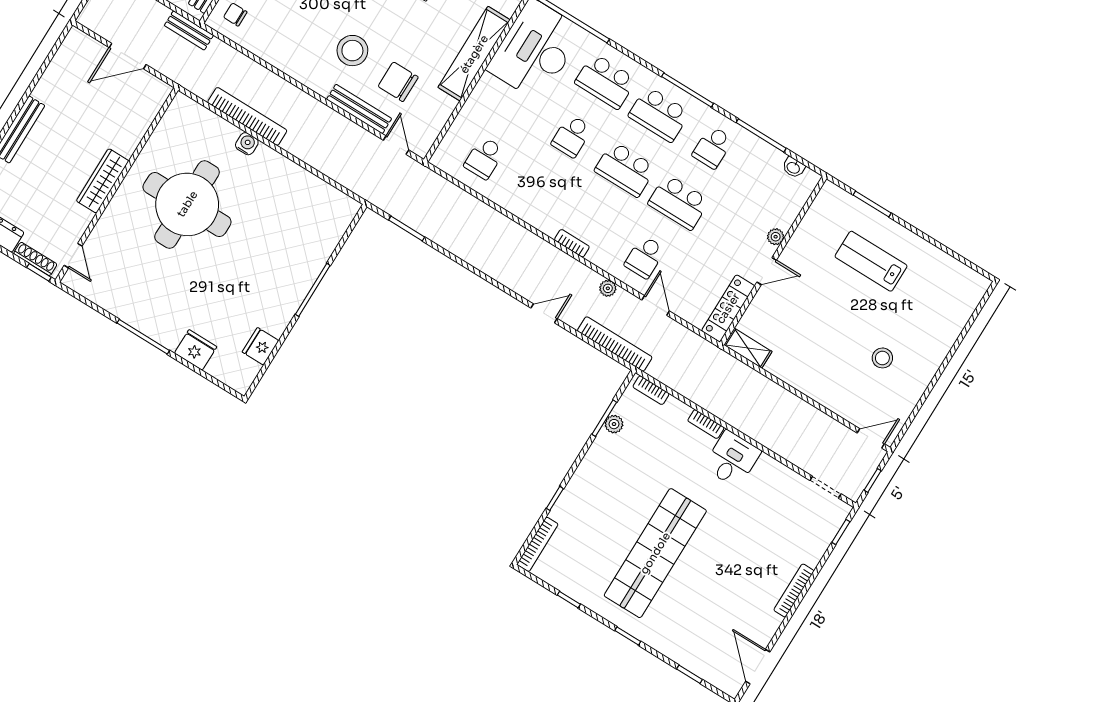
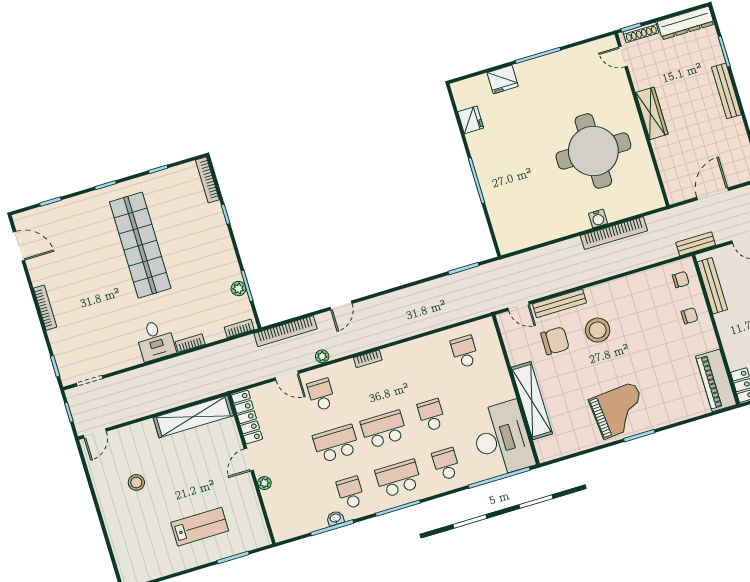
school desk: (606, 81) -> (446, 464), width x0.54
washbasin: (793, 167) -> (335, 518), moved
shelving: (748, 348) -> (193, 417), width x2.20, depth x1.33

